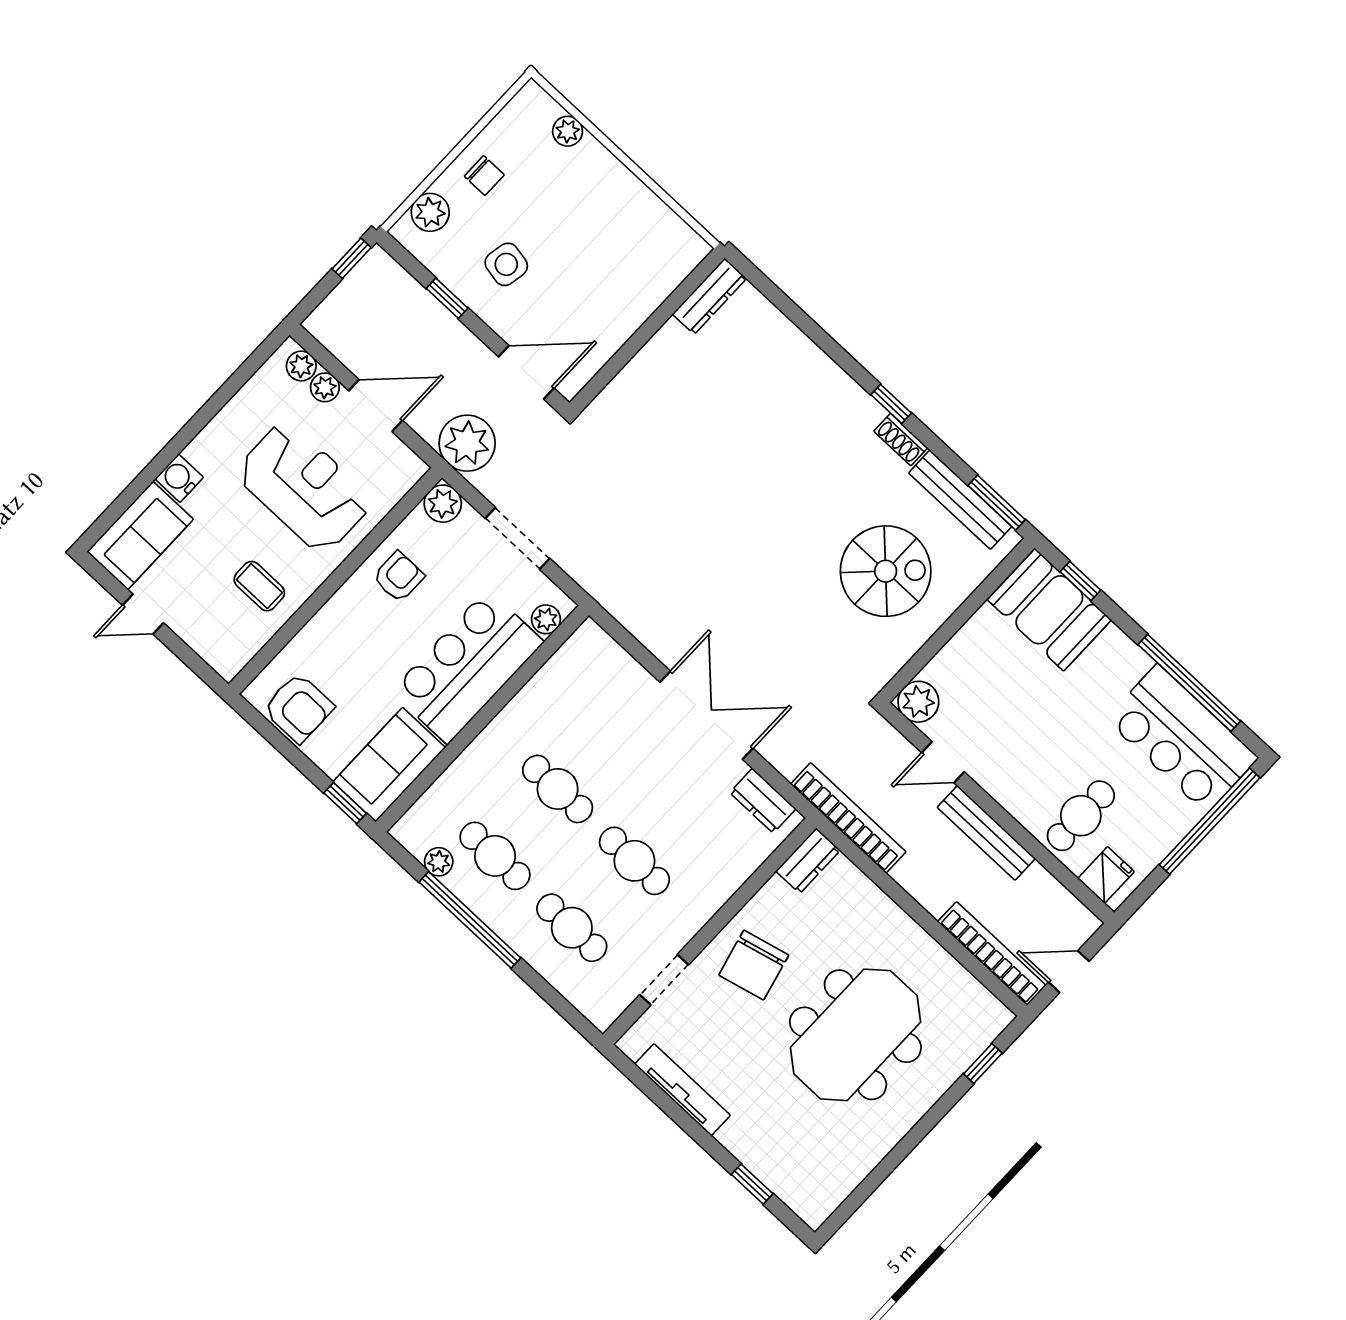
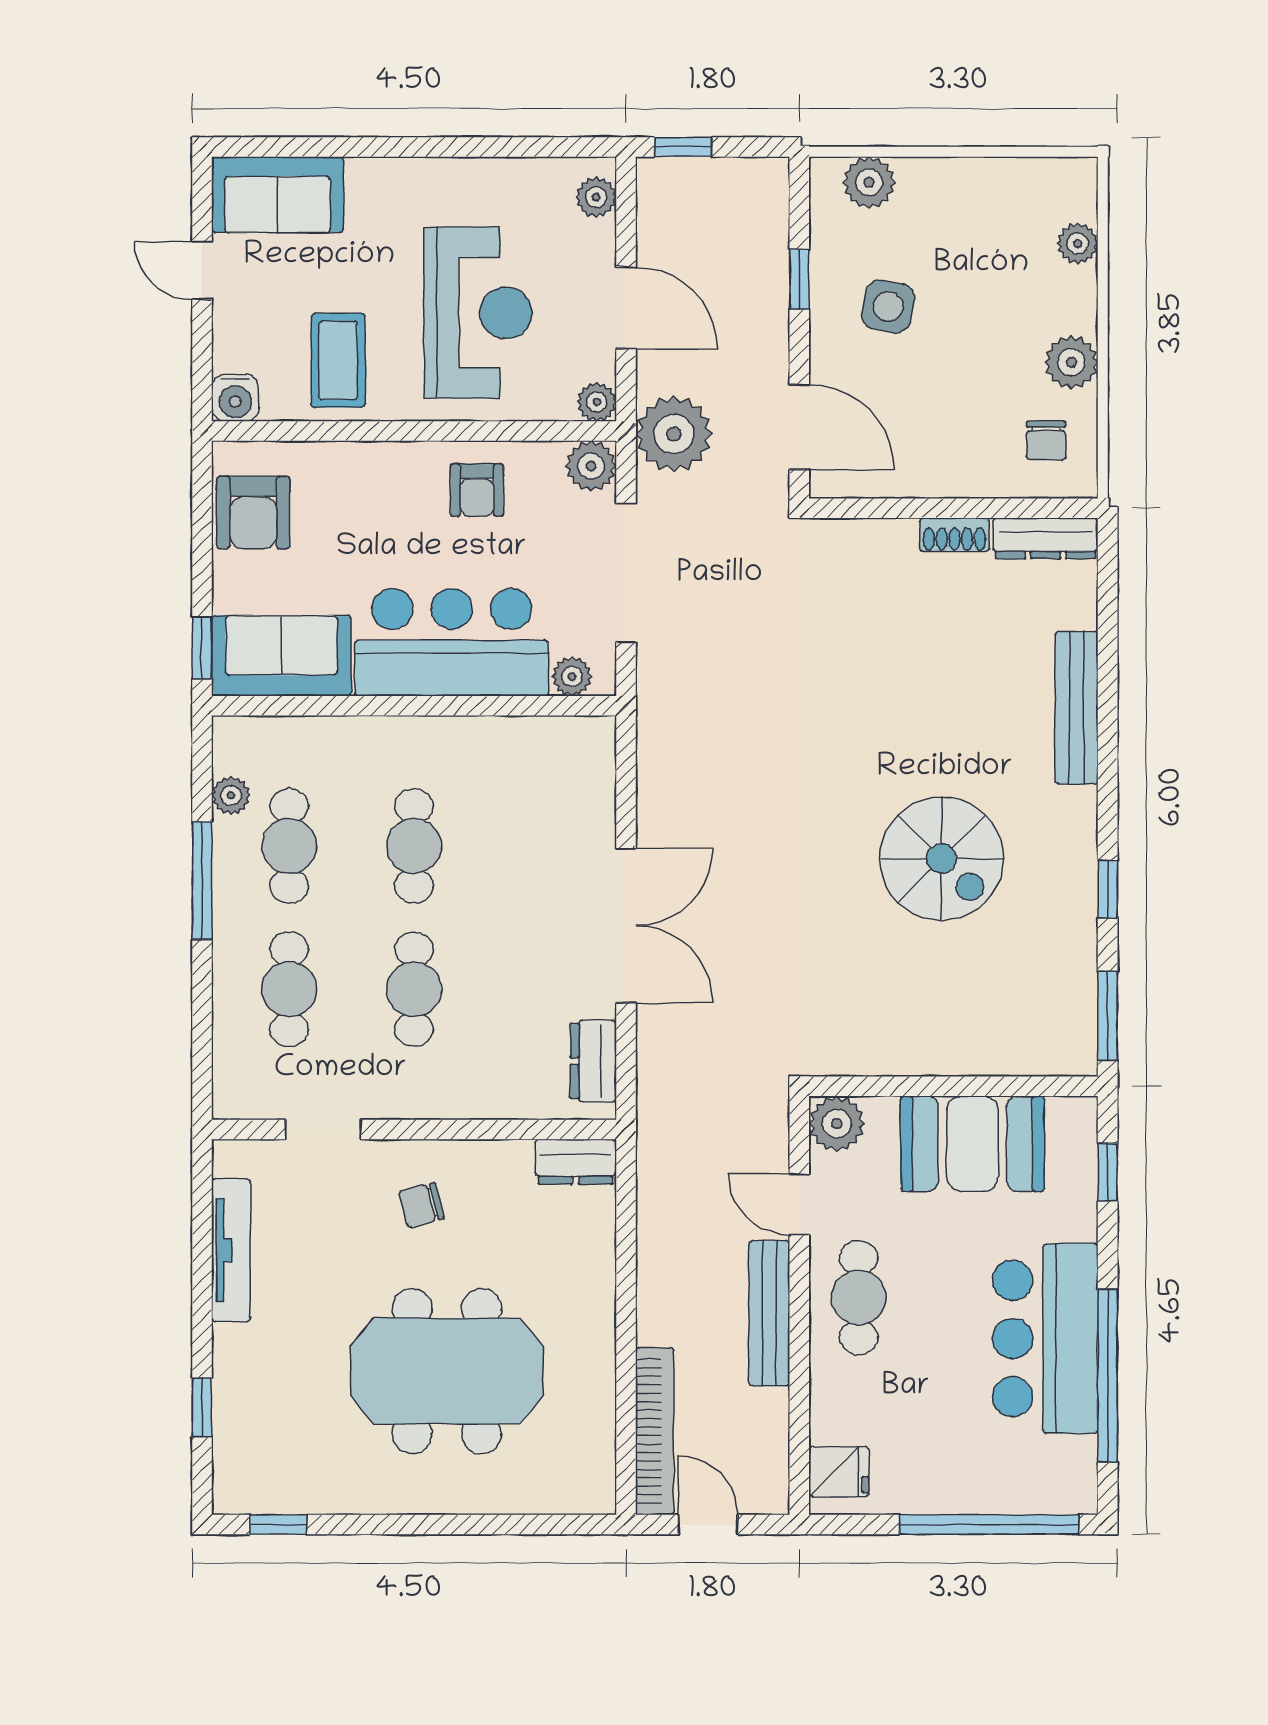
chair: (484, 175) -> (1046, 441), moved
plant: (628, 194) -> (1071, 362), added
window: (352, 258) -> (683, 147), moved
plant: (325, 387) -> (597, 402), moved
window: (891, 404) -> (1108, 889), moved
shoe rack: (901, 440) -> (954, 535), moved, turned -90
water cooler: (179, 478) -> (235, 398), moved, turned 180
bench: (960, 500) -> (1077, 708), moved
doorway: (518, 538) -> (626, 573), width x1.36
spiral stairs: (886, 571) -> (941, 859), moved
armchair: (398, 577) -> (477, 490), turned 90
coffee table: (259, 586) -> (338, 360), width x1.36, depth x1.30
booth: (1049, 610) -> (972, 1144), moved, turned 90
bar counter: (1182, 739) -> (1045, 1339), moved
cafe table: (1081, 816) -> (859, 1298), moved, turned 90
bookcase: (848, 818) -> (656, 1162), removed
window: (470, 920) -> (202, 881), width x0.68
chair: (754, 965) -> (421, 1205), width x0.54, depth x0.54
window: (983, 1063) -> (278, 1525), moved

